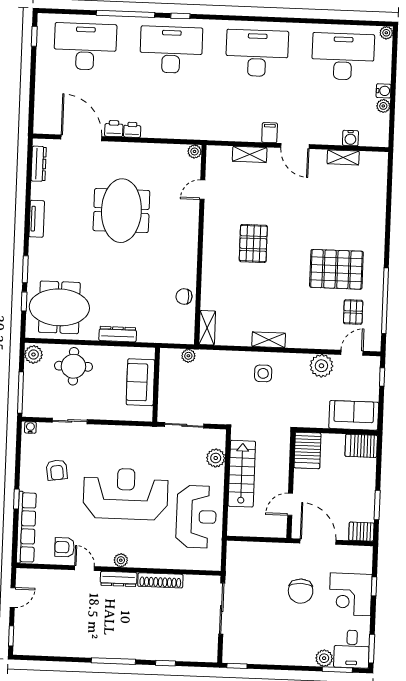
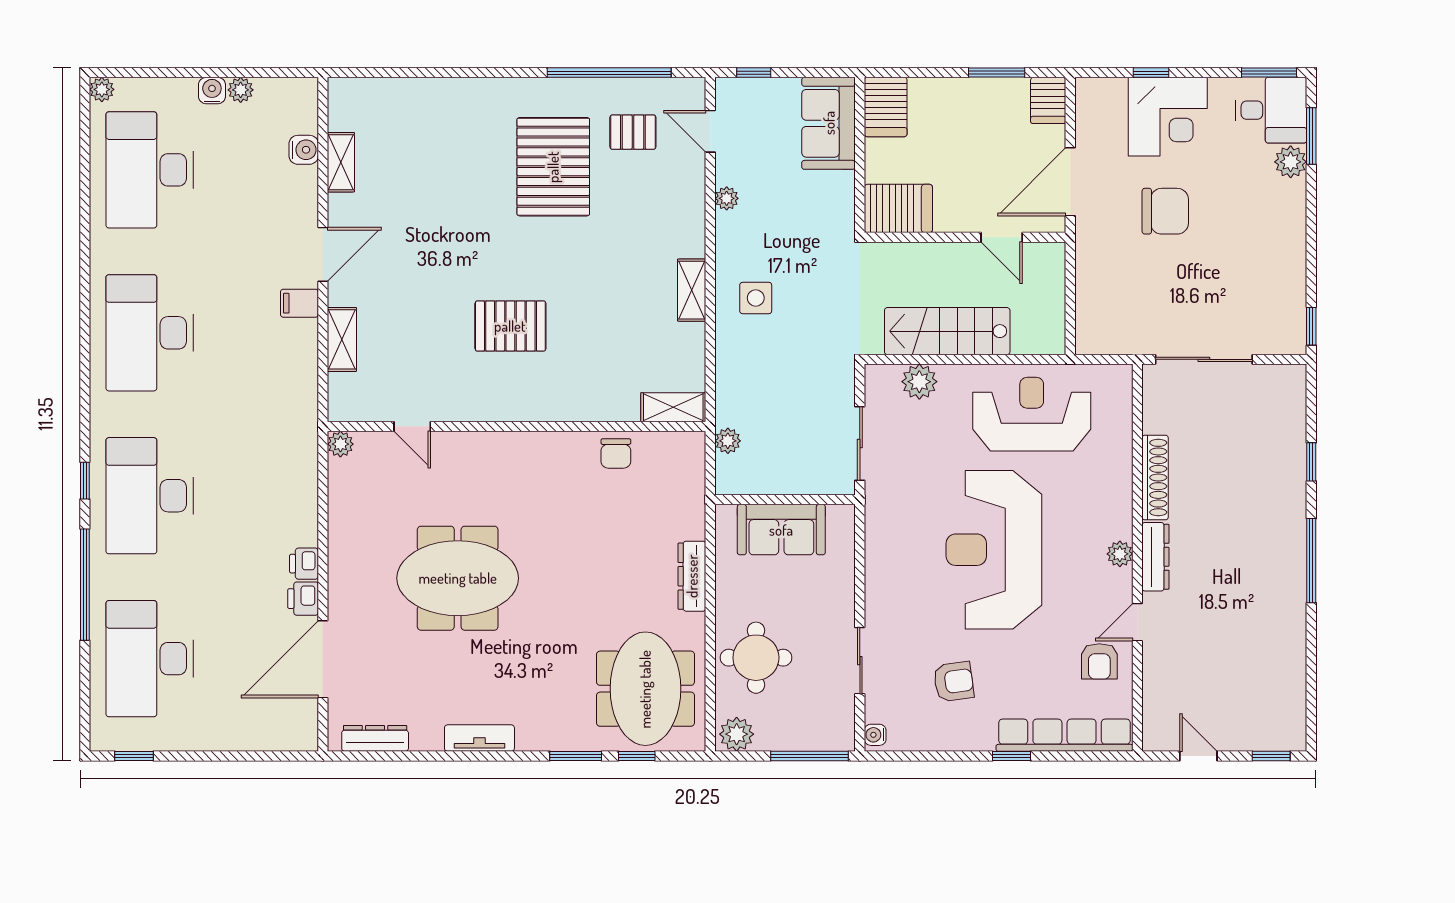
plant: (321, 366) -> (727, 198), width x0.53, depth x0.53

